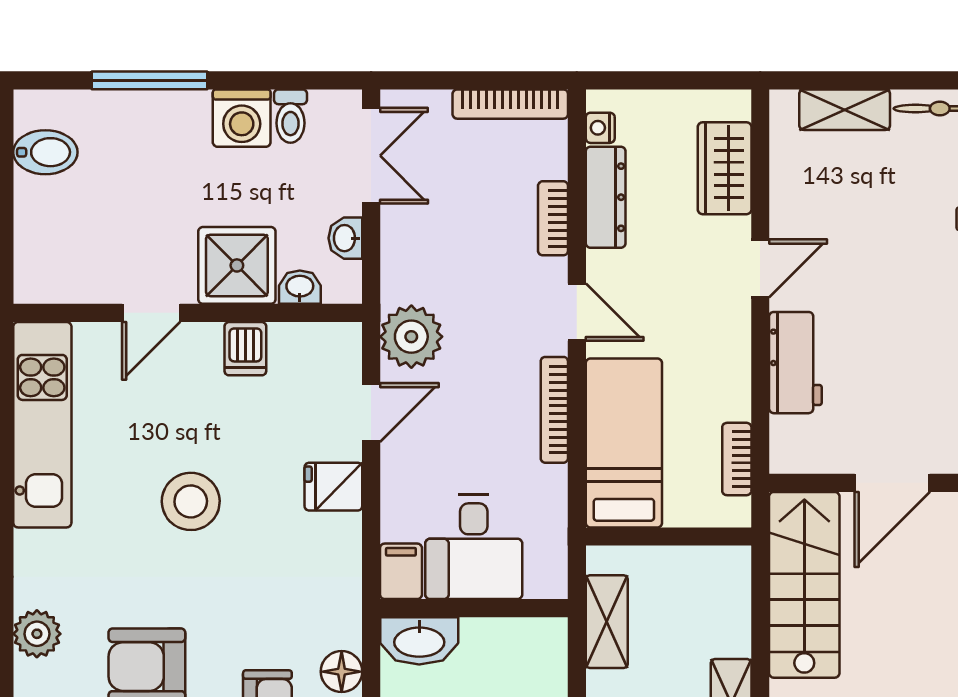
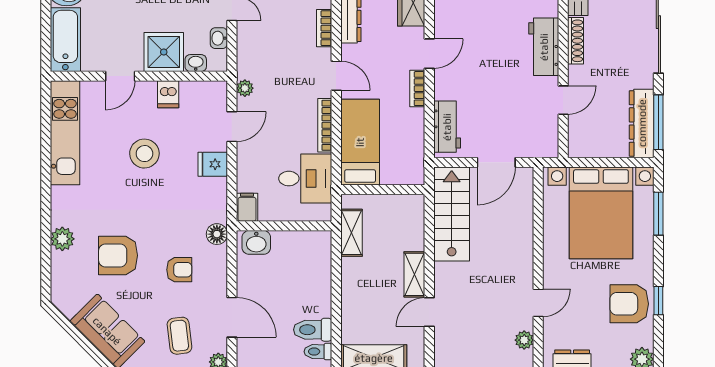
bathtub: (43, 241) -> (65, 40), added
plant: (411, 337) -> (245, 88), width x0.53, depth x0.53
workbench: (795, 363) -> (447, 127), moved
bookcase: (737, 459) -> (417, 89), moved
stool: (191, 501) -> (144, 154), moved
desk: (474, 547) -> (305, 179), moved, turned -90
washbasin: (419, 641) -> (256, 242), width x0.72
floor lamp: (342, 672) -> (217, 234), moved

